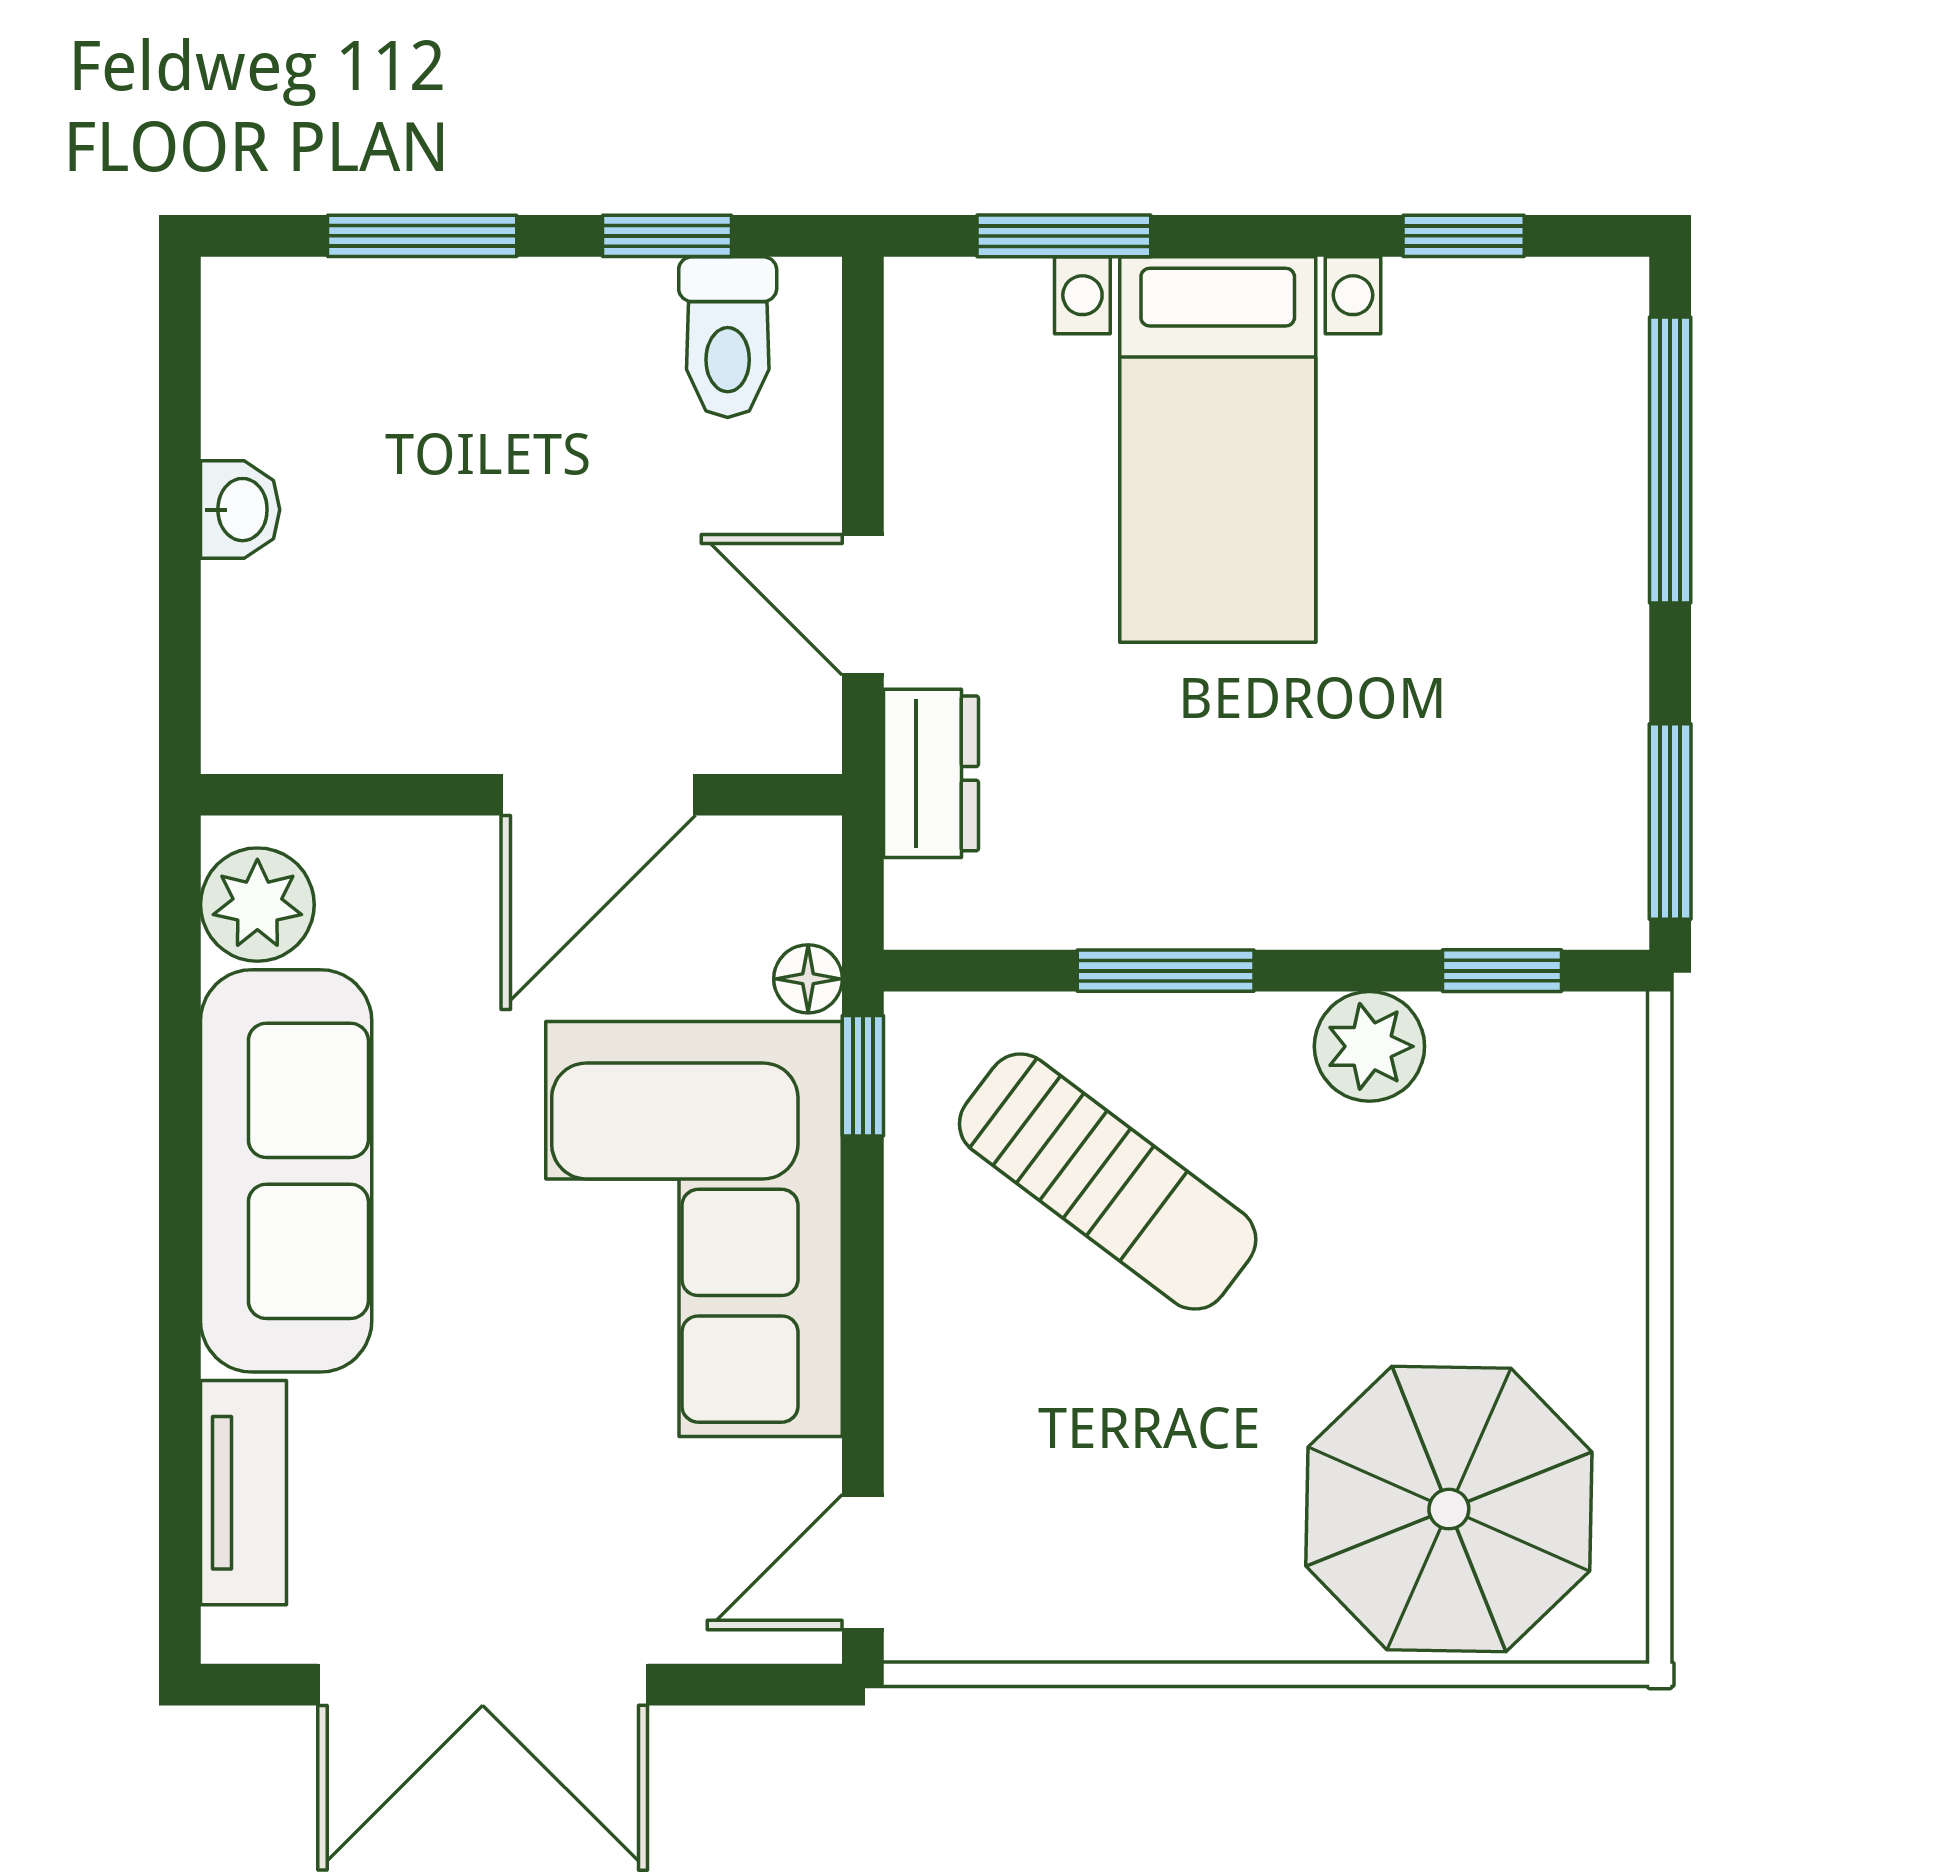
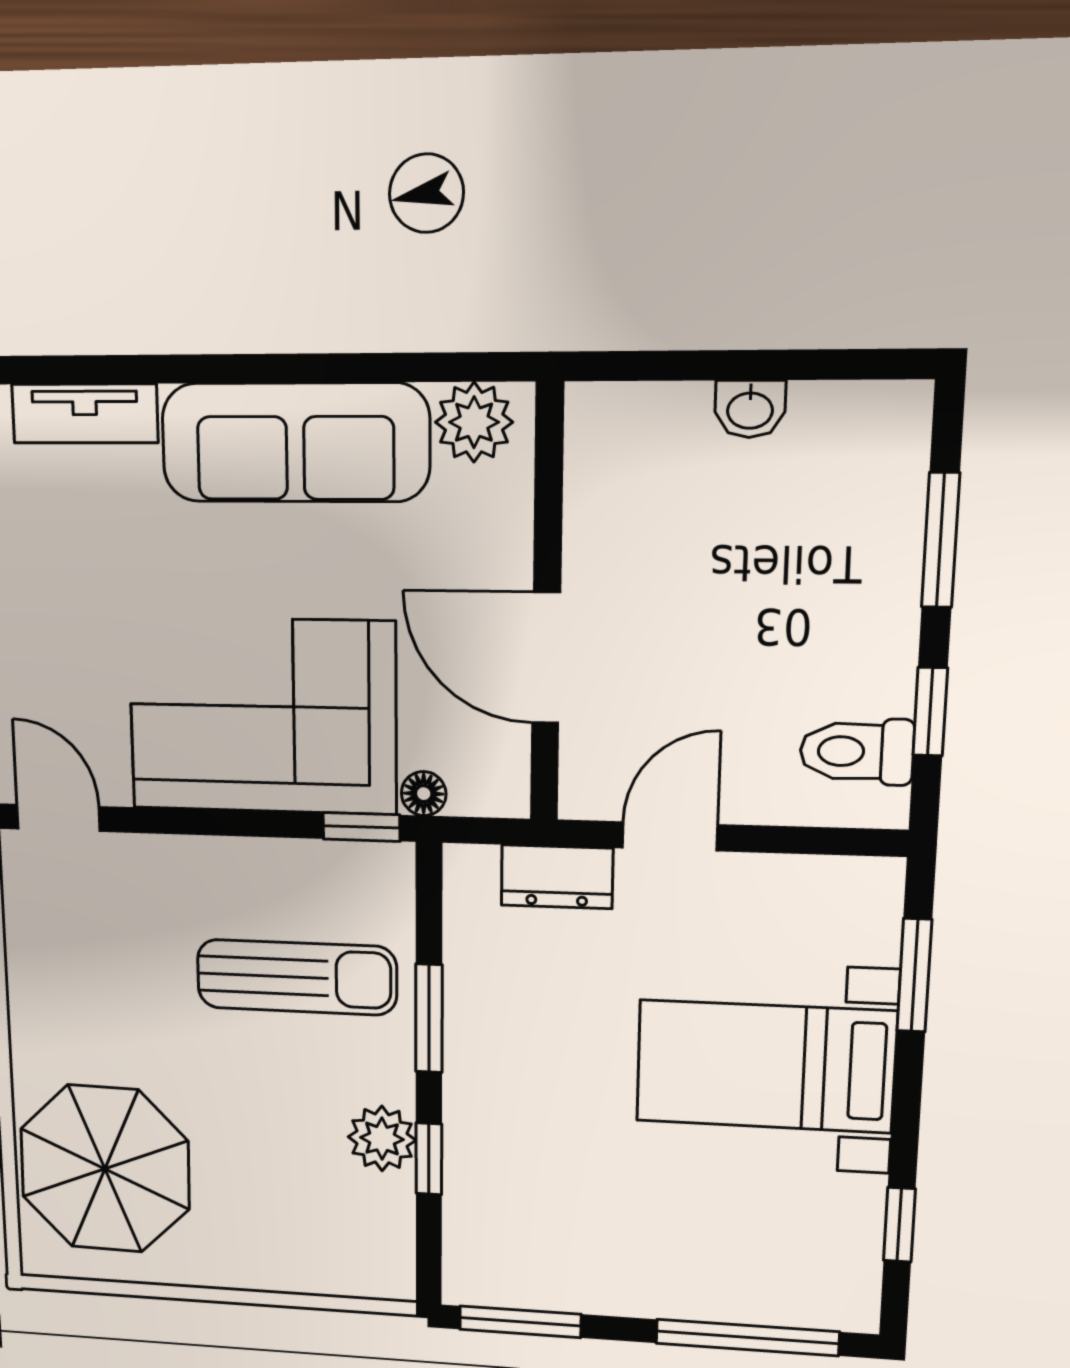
window: (1502, 971) -> (429, 1159), moved
sun lounger: (1108, 1182) -> (297, 977), turned -127

